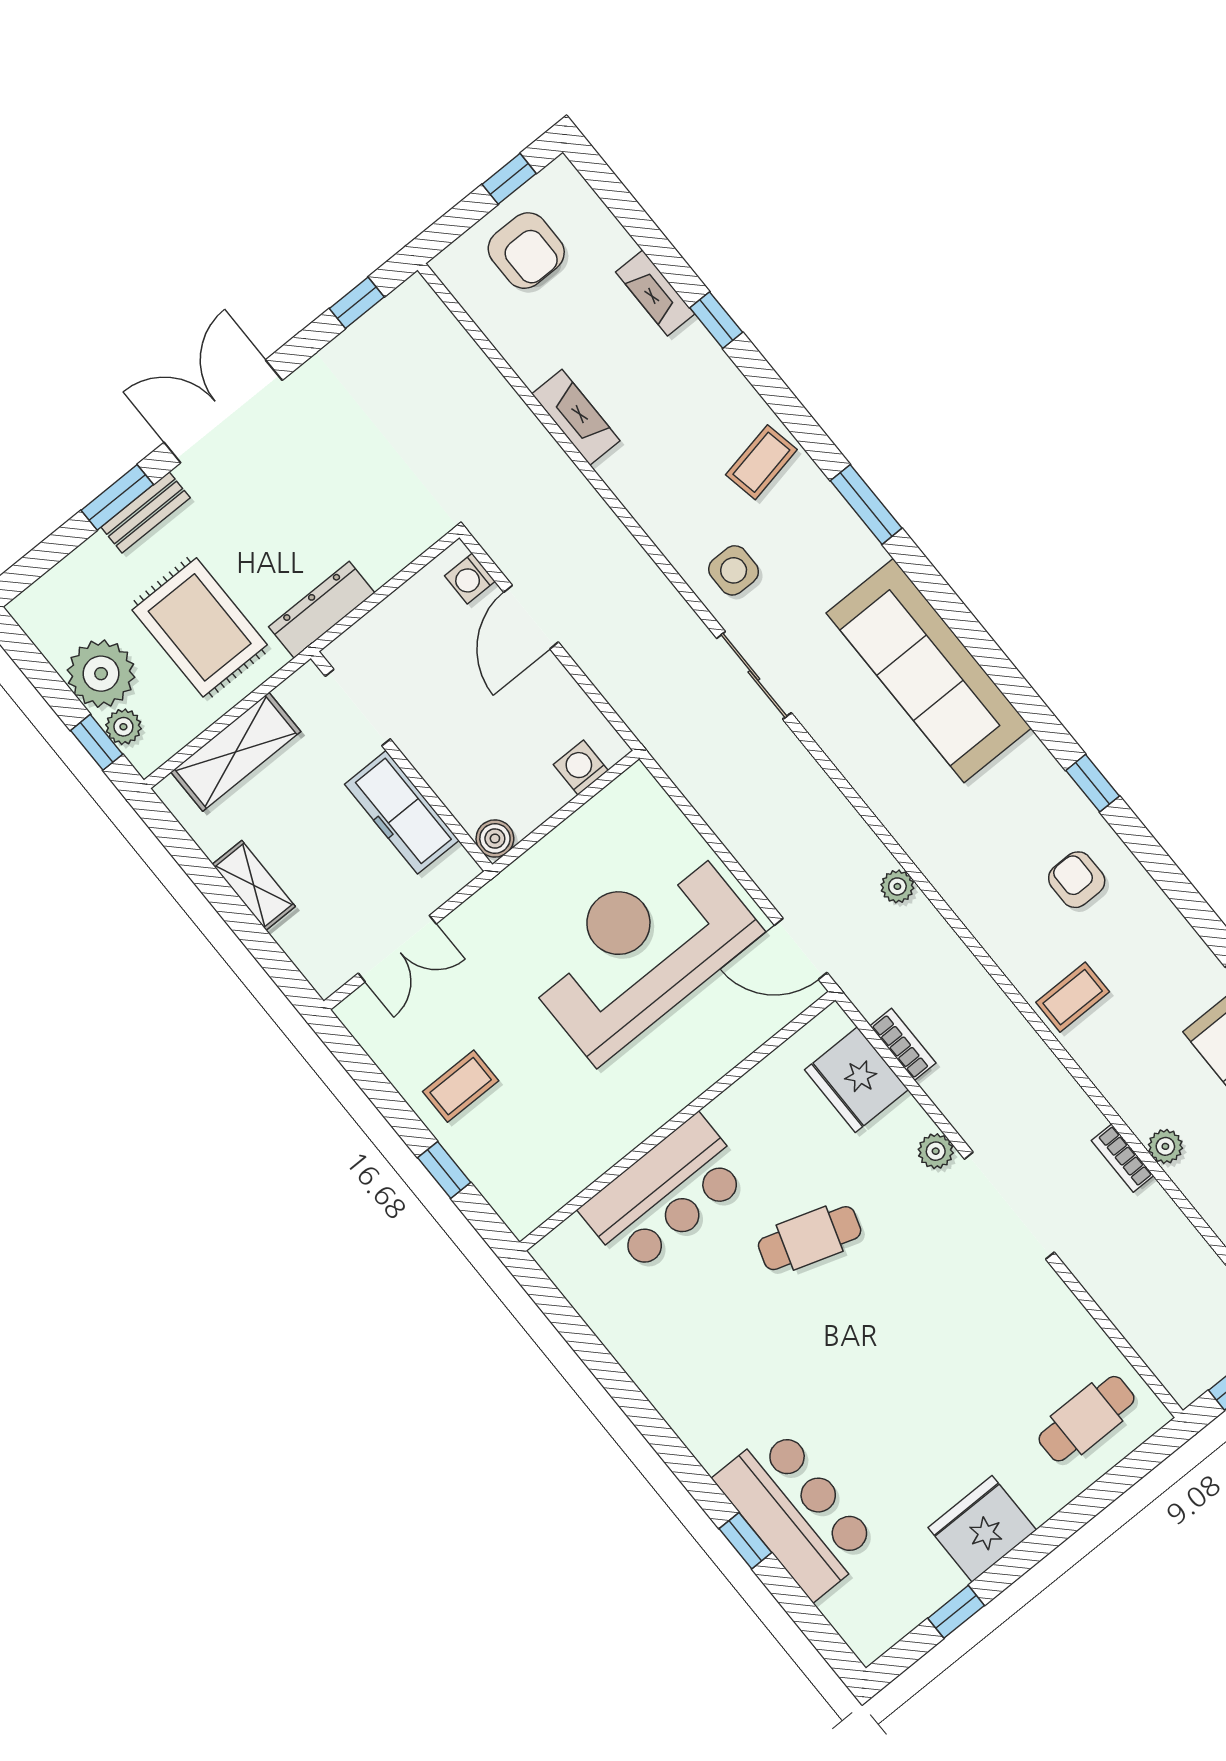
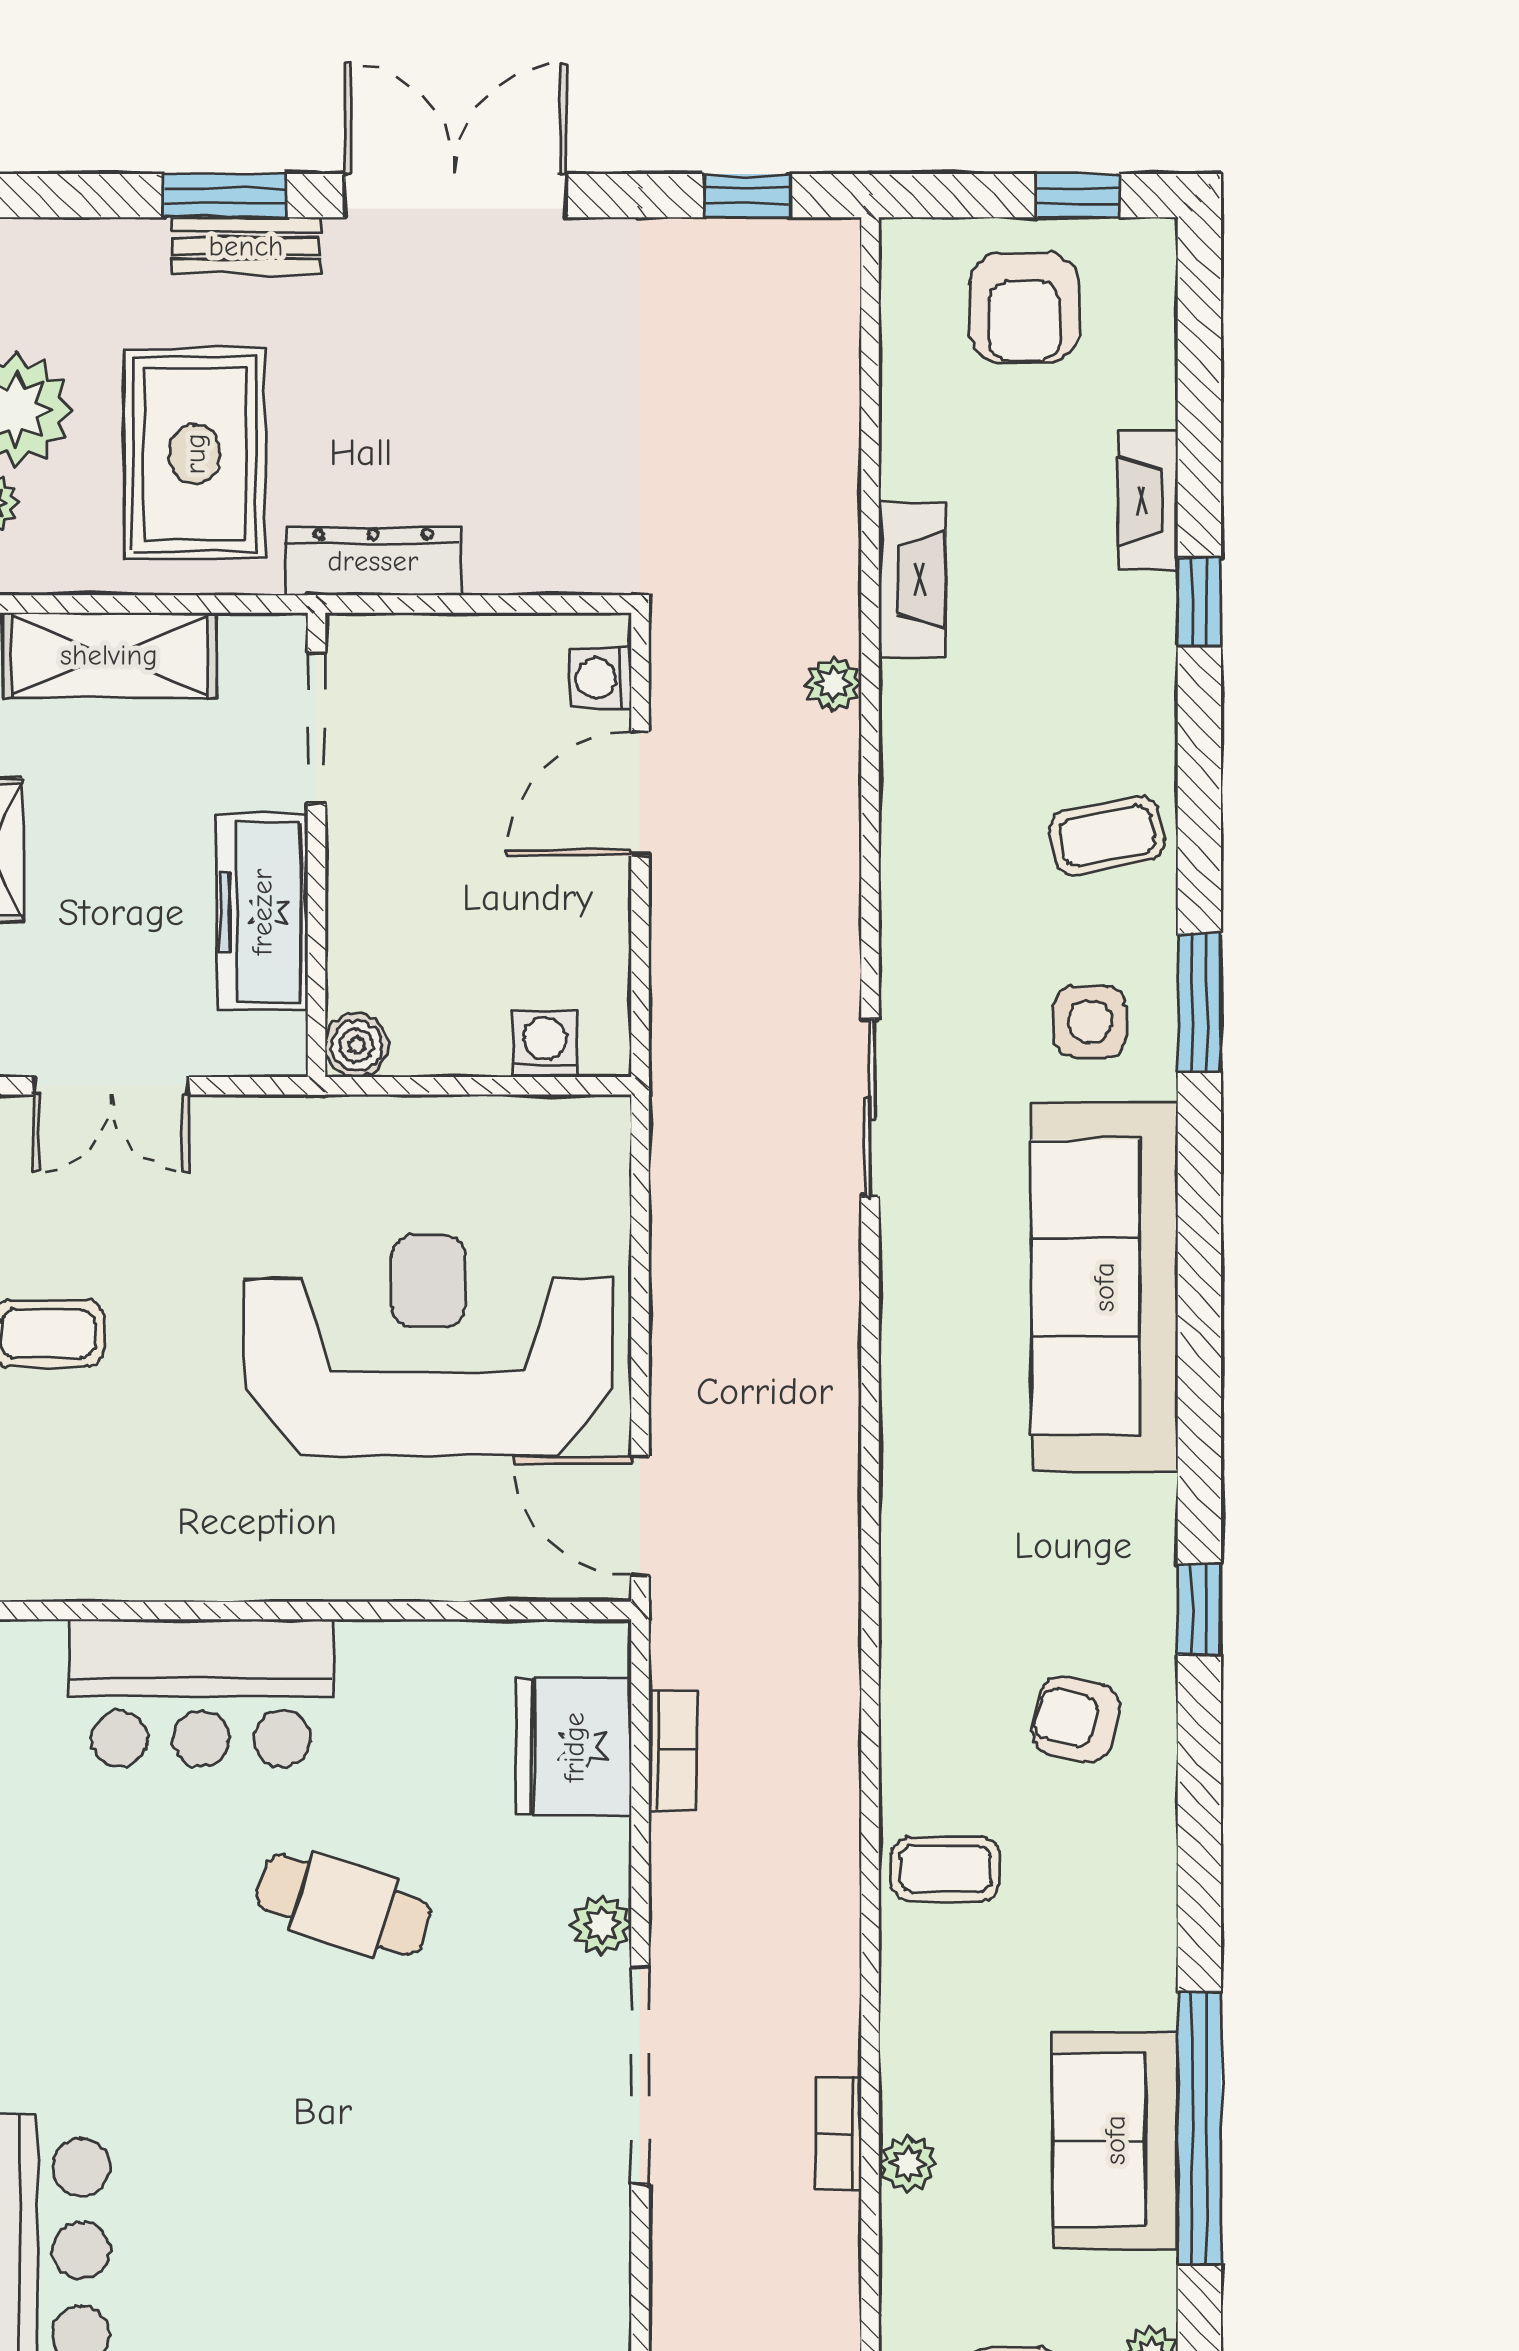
side table: (734, 570) -> (1090, 1022), moved
armchair: (1077, 880) -> (1076, 1719), turned -77
plant: (897, 886) -> (833, 684), moved

